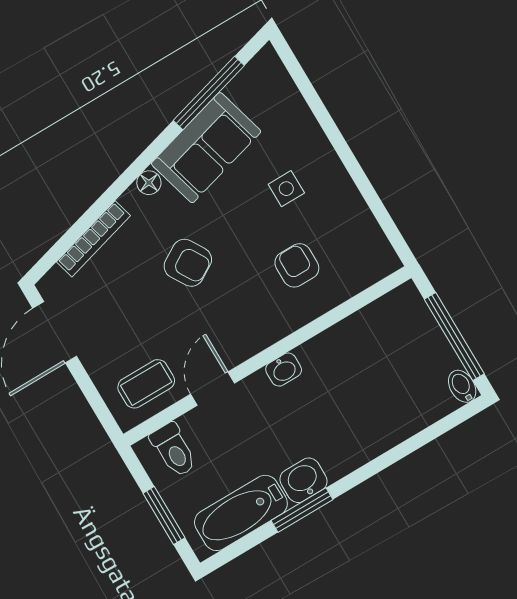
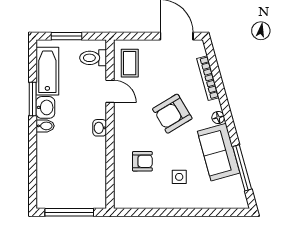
armchair: (188, 263) -> (172, 114), width x1.38, depth x1.38
bidet: (462, 386) -> (45, 126), moved

